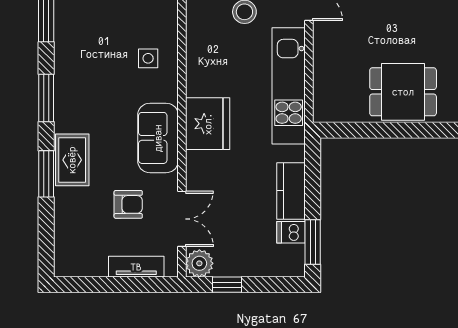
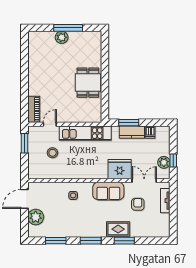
fridge: (208, 124) -> (120, 169), moved
window: (313, 242) -> (129, 123), moved
plant: (199, 263) -> (164, 162), moved

